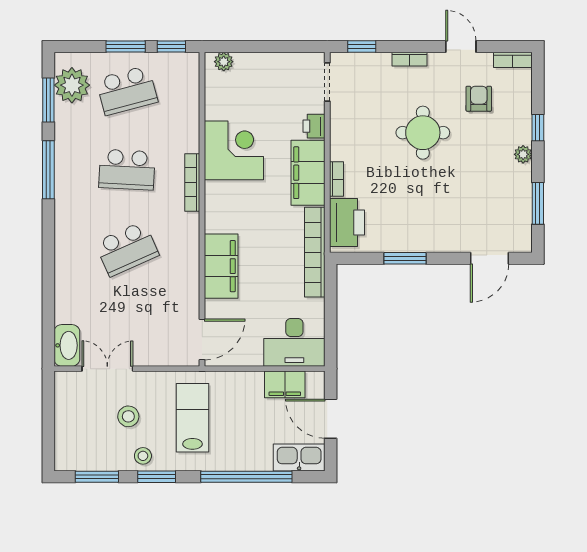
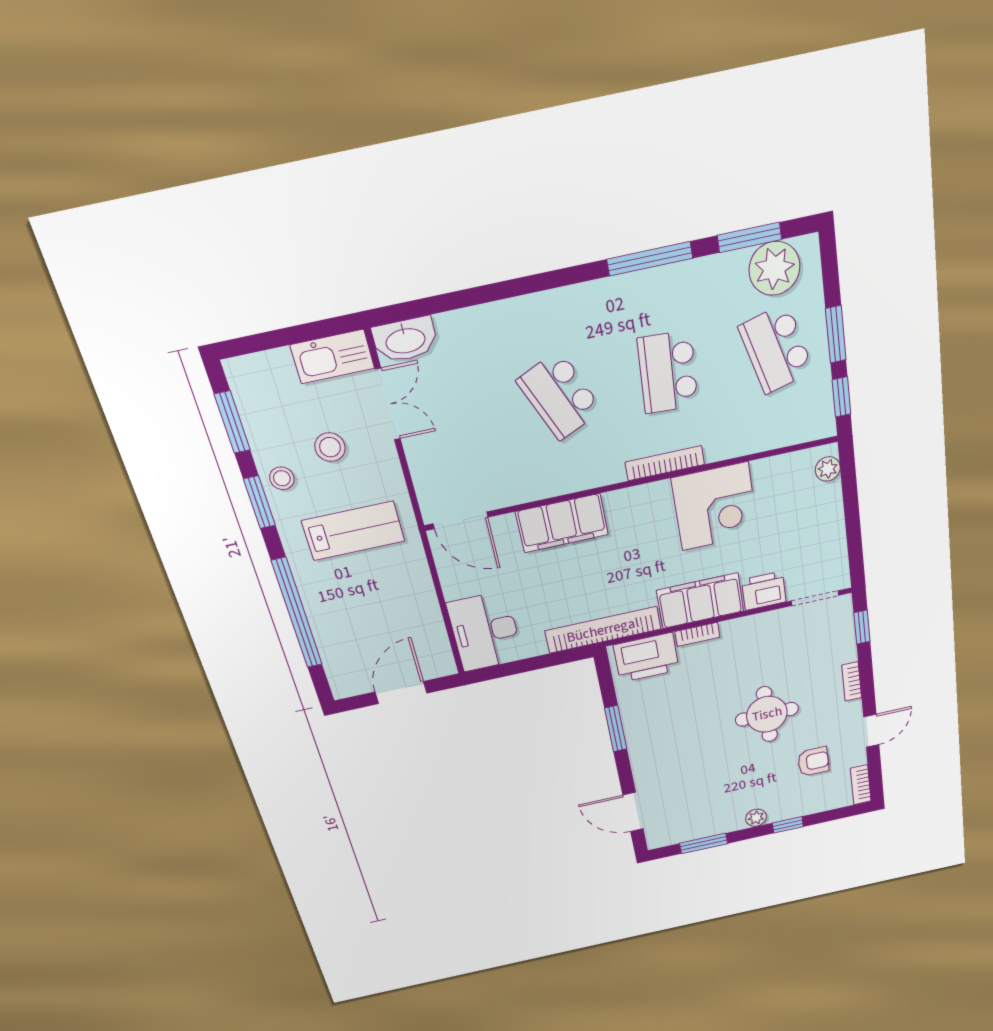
printer: (314, 126) -> (764, 591), width x1.36, depth x1.24
filing cabinet: (285, 384) -> (429, 632), removed
kitchen sink: (299, 457) -> (332, 357), moved, turned 90

